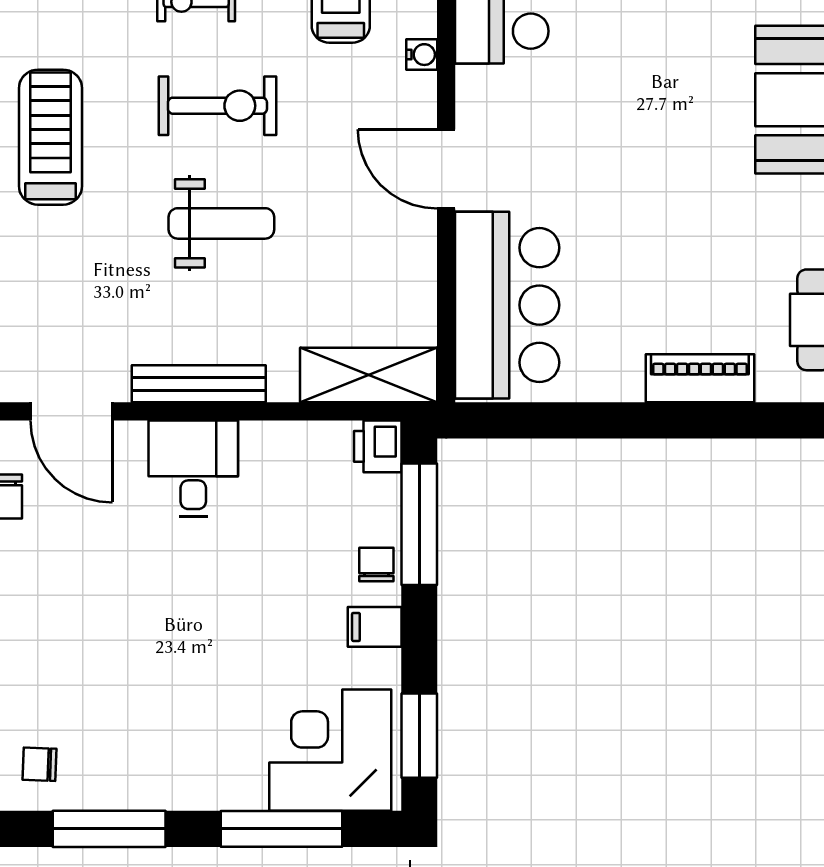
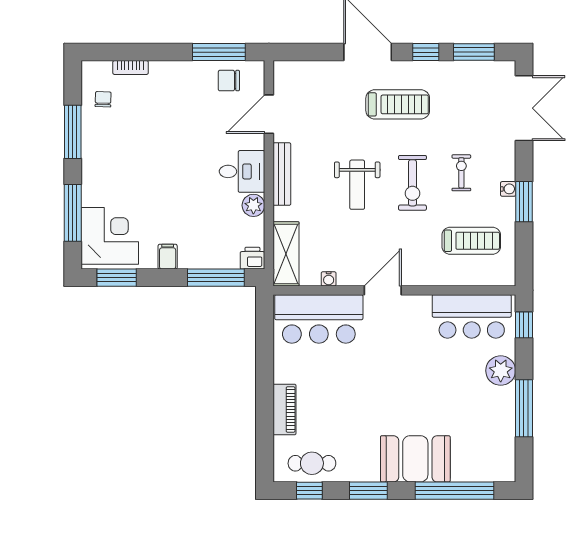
water cooler: (422, 55) -> (329, 279), moved
plant: (265, 444) -> (253, 205), added
chair: (376, 565) -> (197, 257), removed

